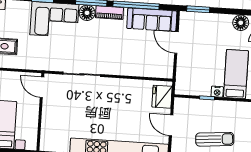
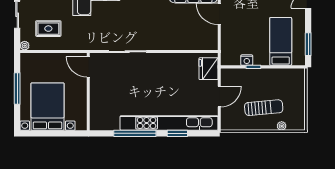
nightstand: (217, 92) -> (247, 60), moved
door: (171, 125) -> (219, 97), swing flipped

